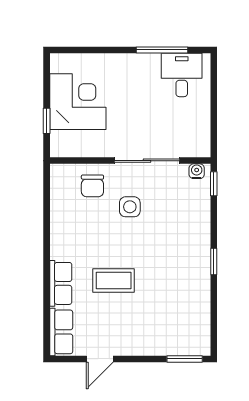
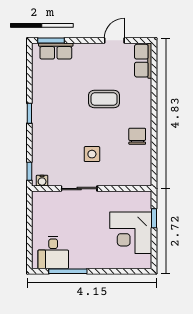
sliding door: (147, 161) -> (79, 189), width x0.73
chair: (92, 186) -> (137, 136), moved
row of seats: (61, 283) -> (56, 51), moved, turned -90

